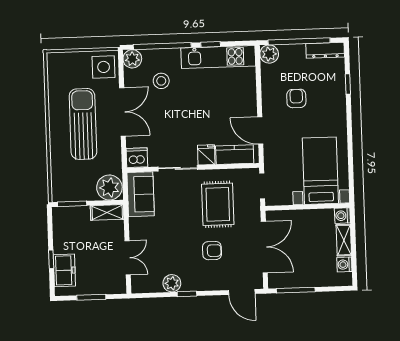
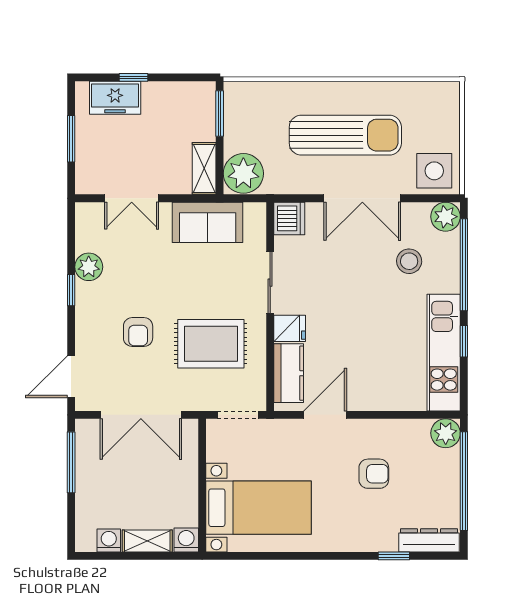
dresser: (325, 50) -> (429, 540), moved, turned 90
sofa: (141, 194) -> (208, 222), moved

